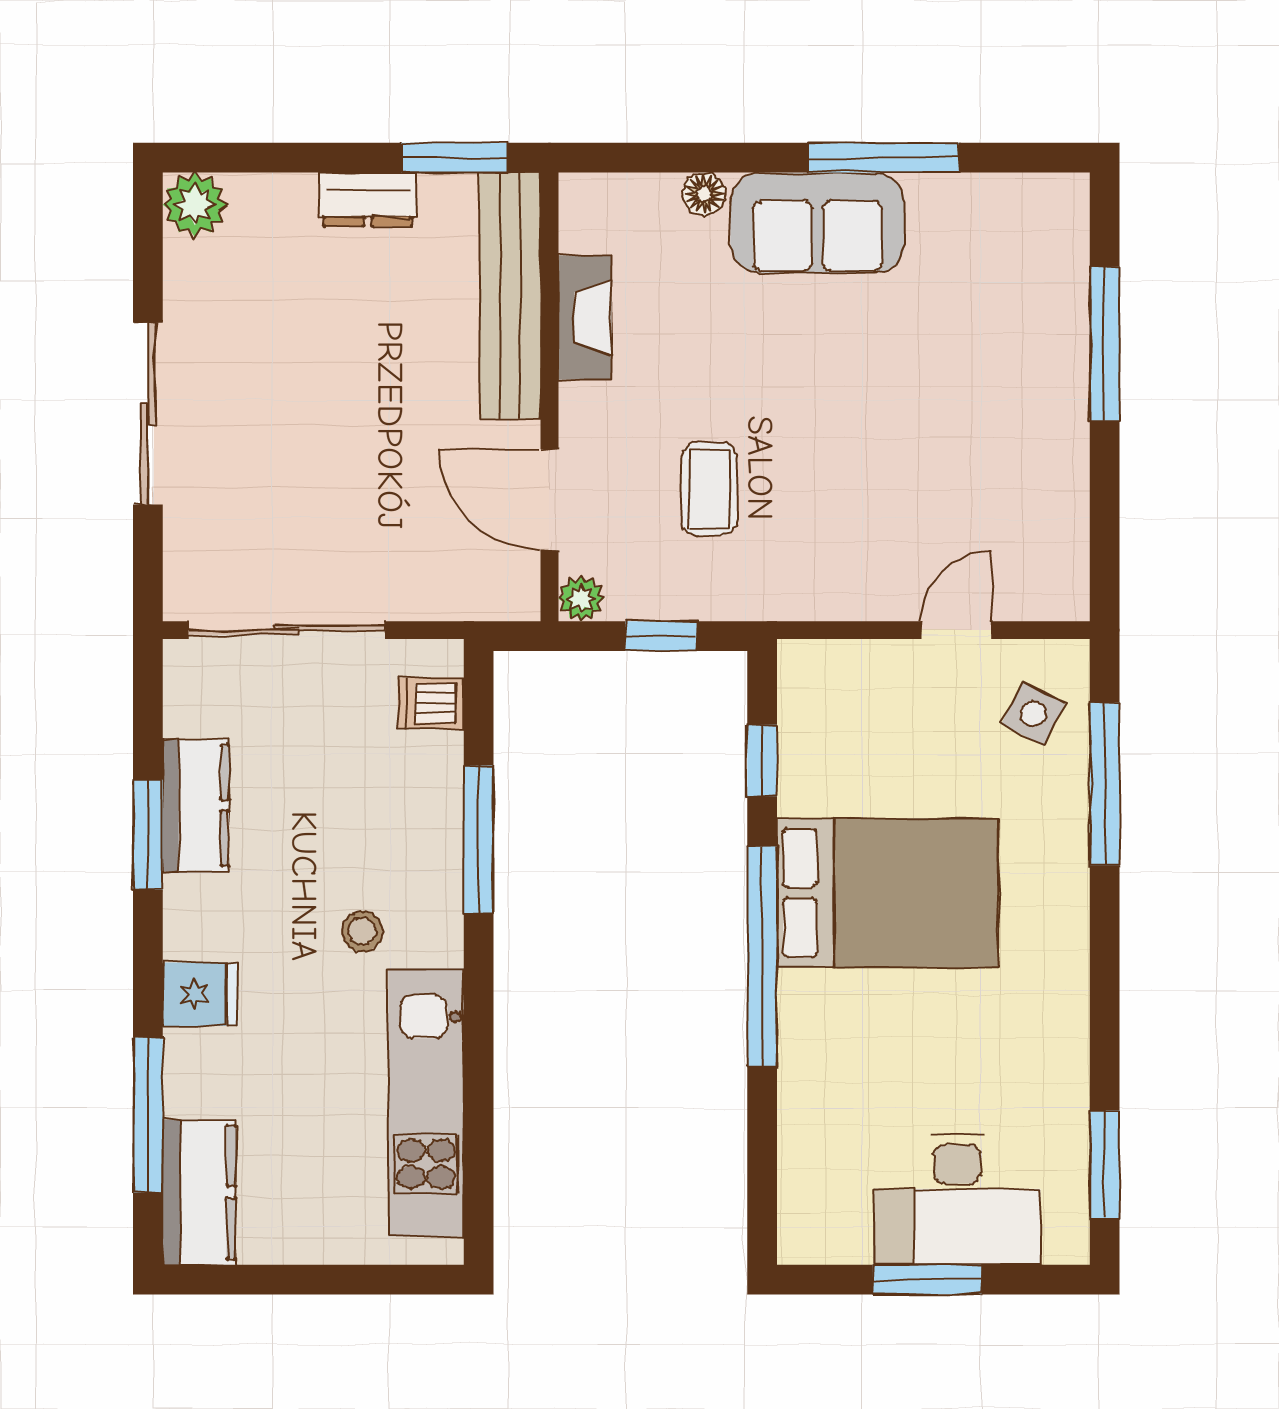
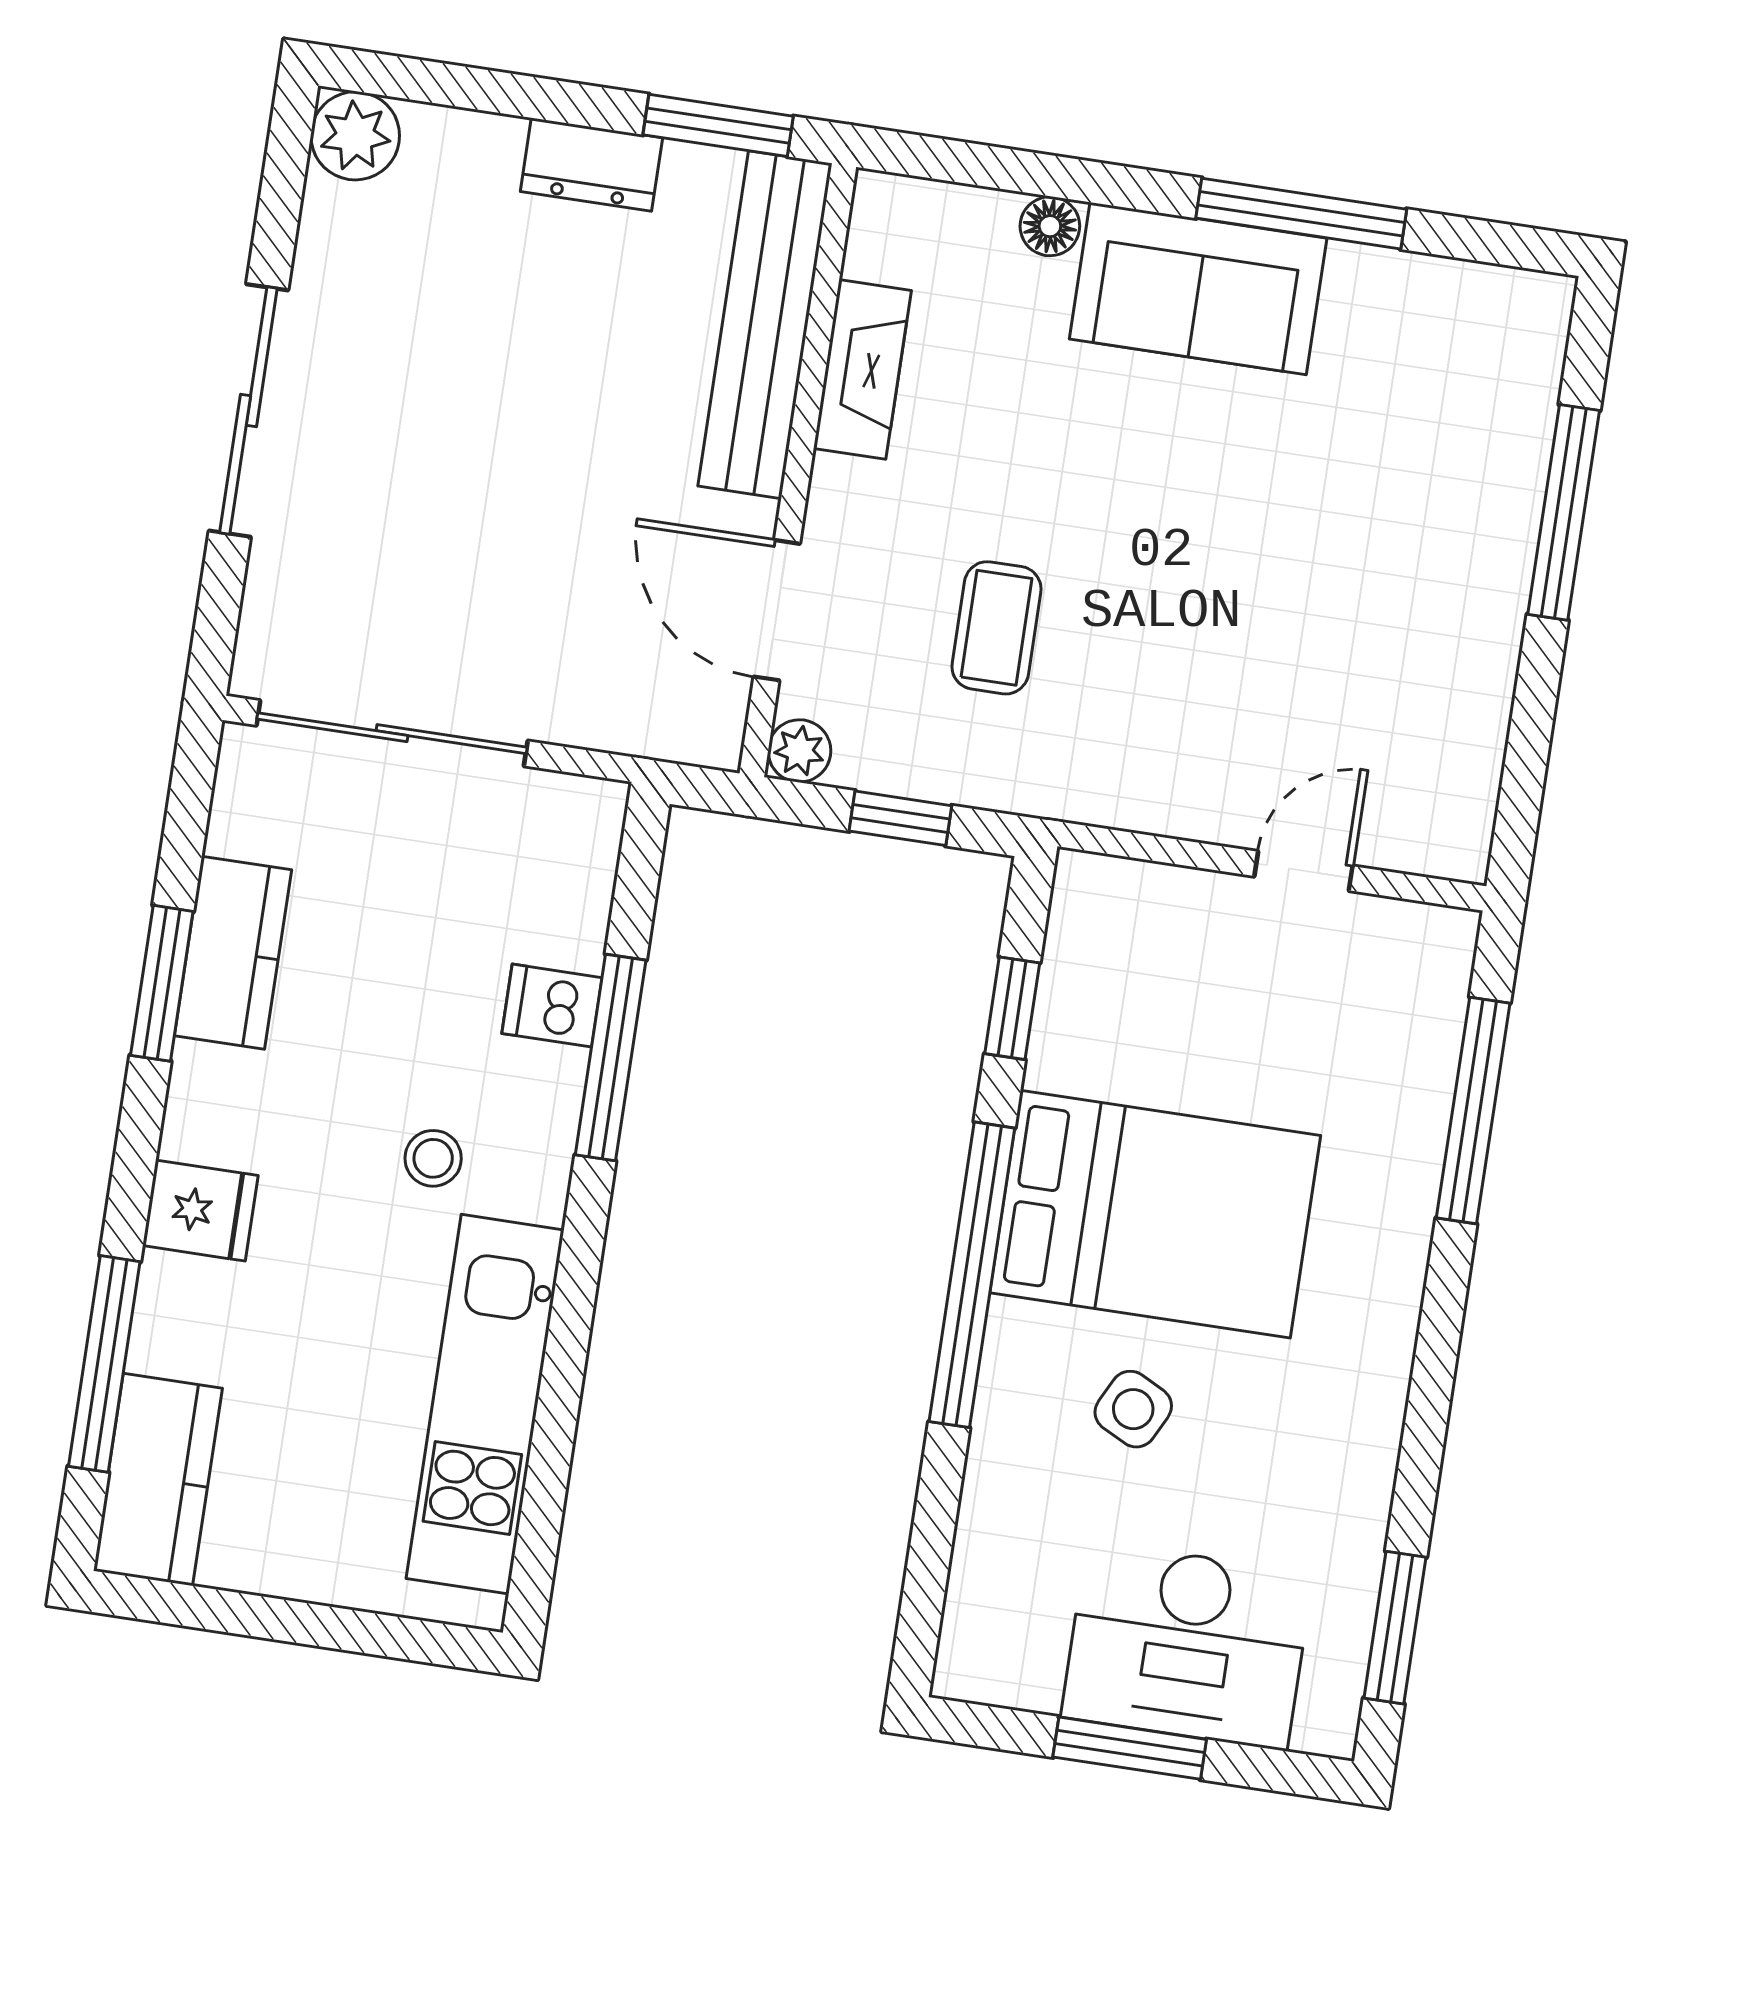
dishwasher: (431, 703) -> (552, 1006), moved
side table: (1033, 714) -> (1133, 1409), moved

